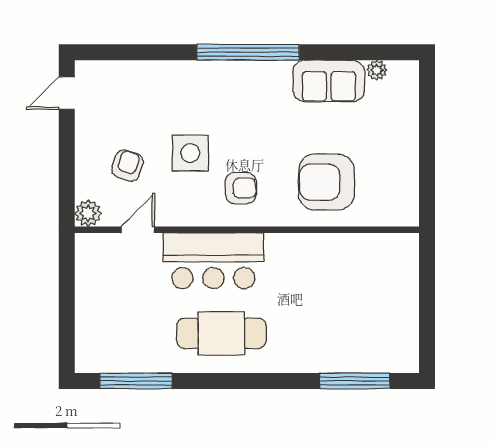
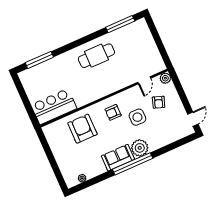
plant: (216, 81) -> (140, 148), added
sofa: (329, 81) -> (118, 158), moved
armchair: (326, 182) -> (82, 129), turned -90
bar counter: (213, 261) -> (54, 107), moved

